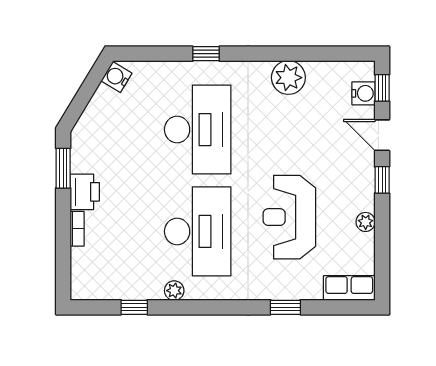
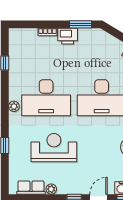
row of seats: (349, 288) -> (31, 188), moved, turned -90
plant: (174, 291) -> (14, 106), moved

